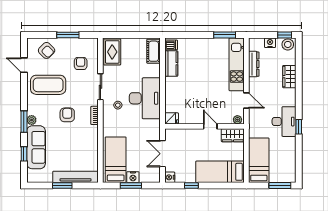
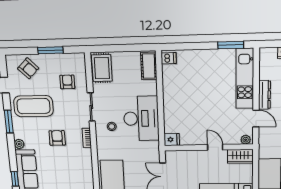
kitchen counter: (171, 64) -> (169, 79), removed
dresser: (254, 64) -> (264, 95), moved
window: (24, 122) -> (9, 122), moved

